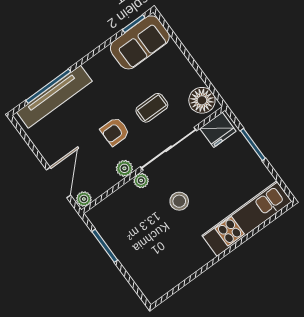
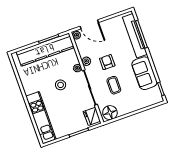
sofa: (140, 42) -> (144, 73), moved
kitchen counter: (125, 246) -> (45, 50), added

